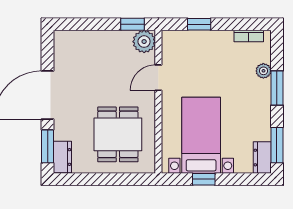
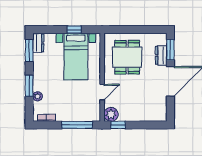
window: (199, 24) -> (77, 125), width x2.17
dresser: (62, 157) -> (161, 55), moved

